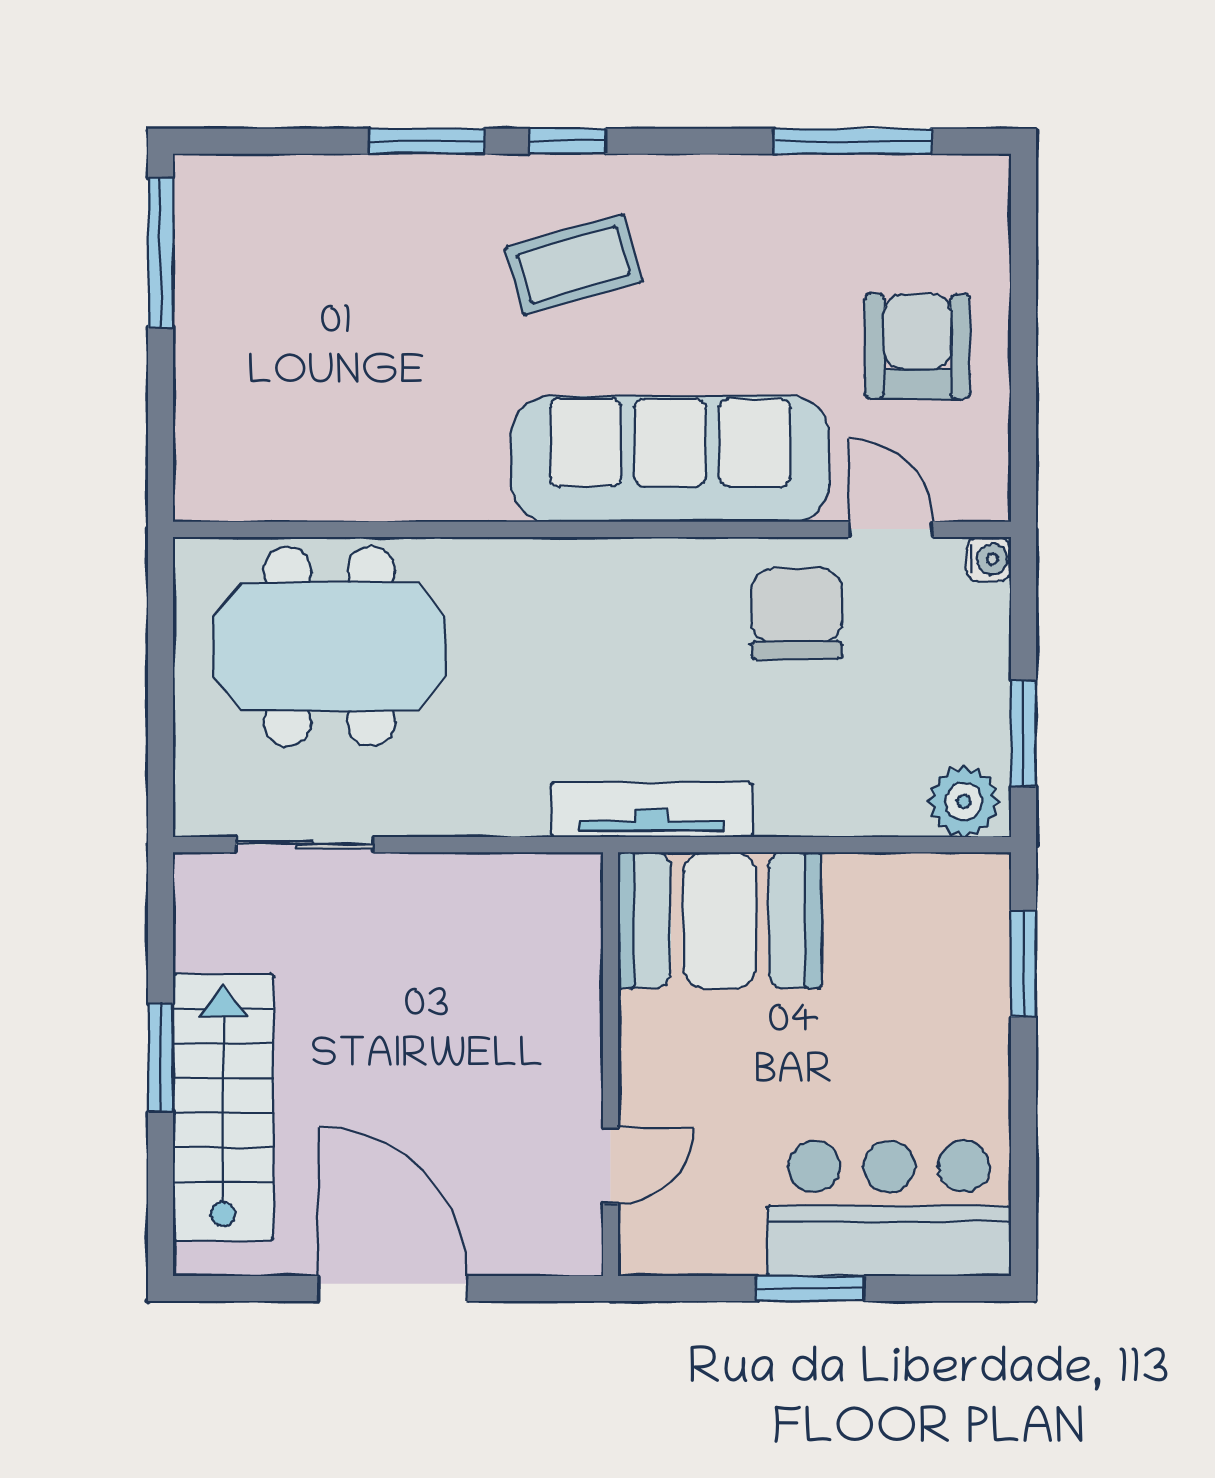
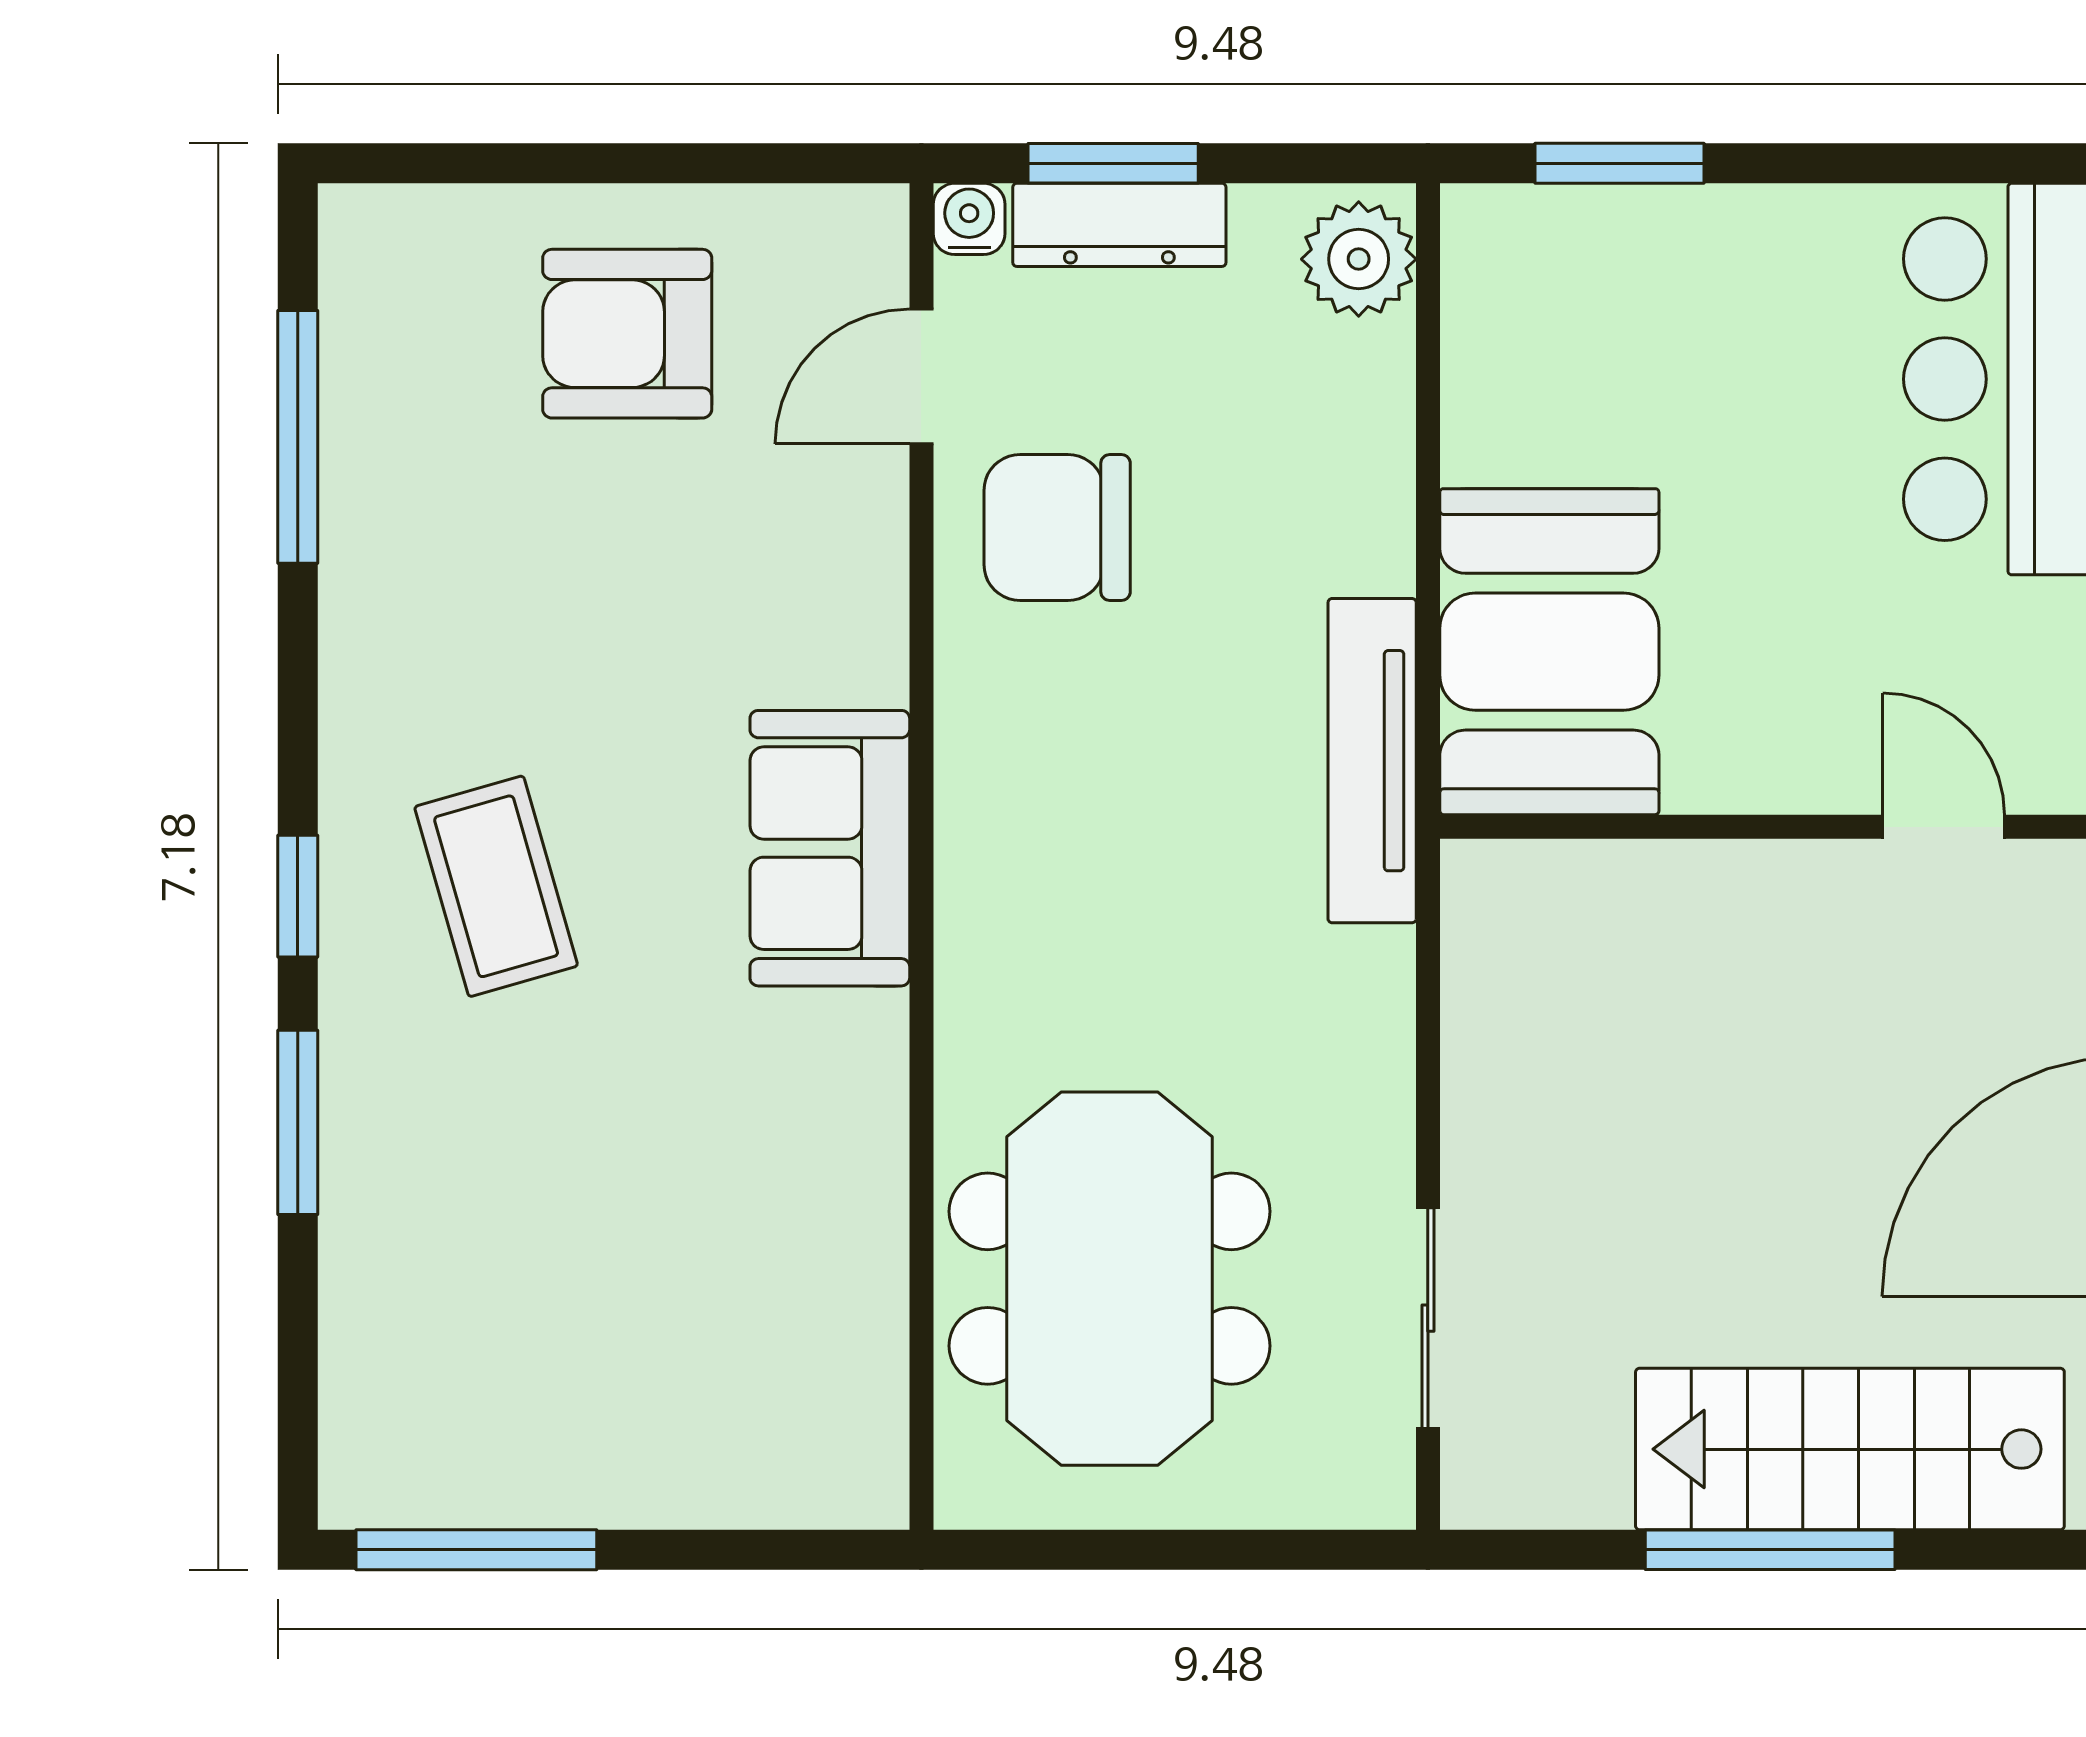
sofa: (670, 459) -> (830, 848), width x0.54, depth x0.79
dresser: (985, 653) -> (1119, 225), added
window: (1023, 733) -> (1113, 163), moved
window: (161, 1058) -> (1770, 1550), width x1.44

